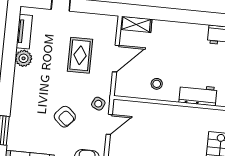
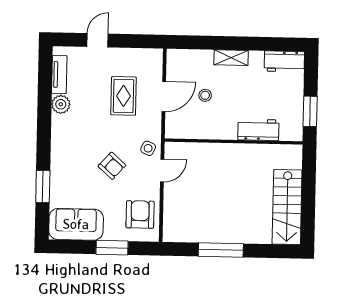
shelving: (136, 24) -> (231, 58), moved
stool: (157, 84) -> (205, 95), moved

